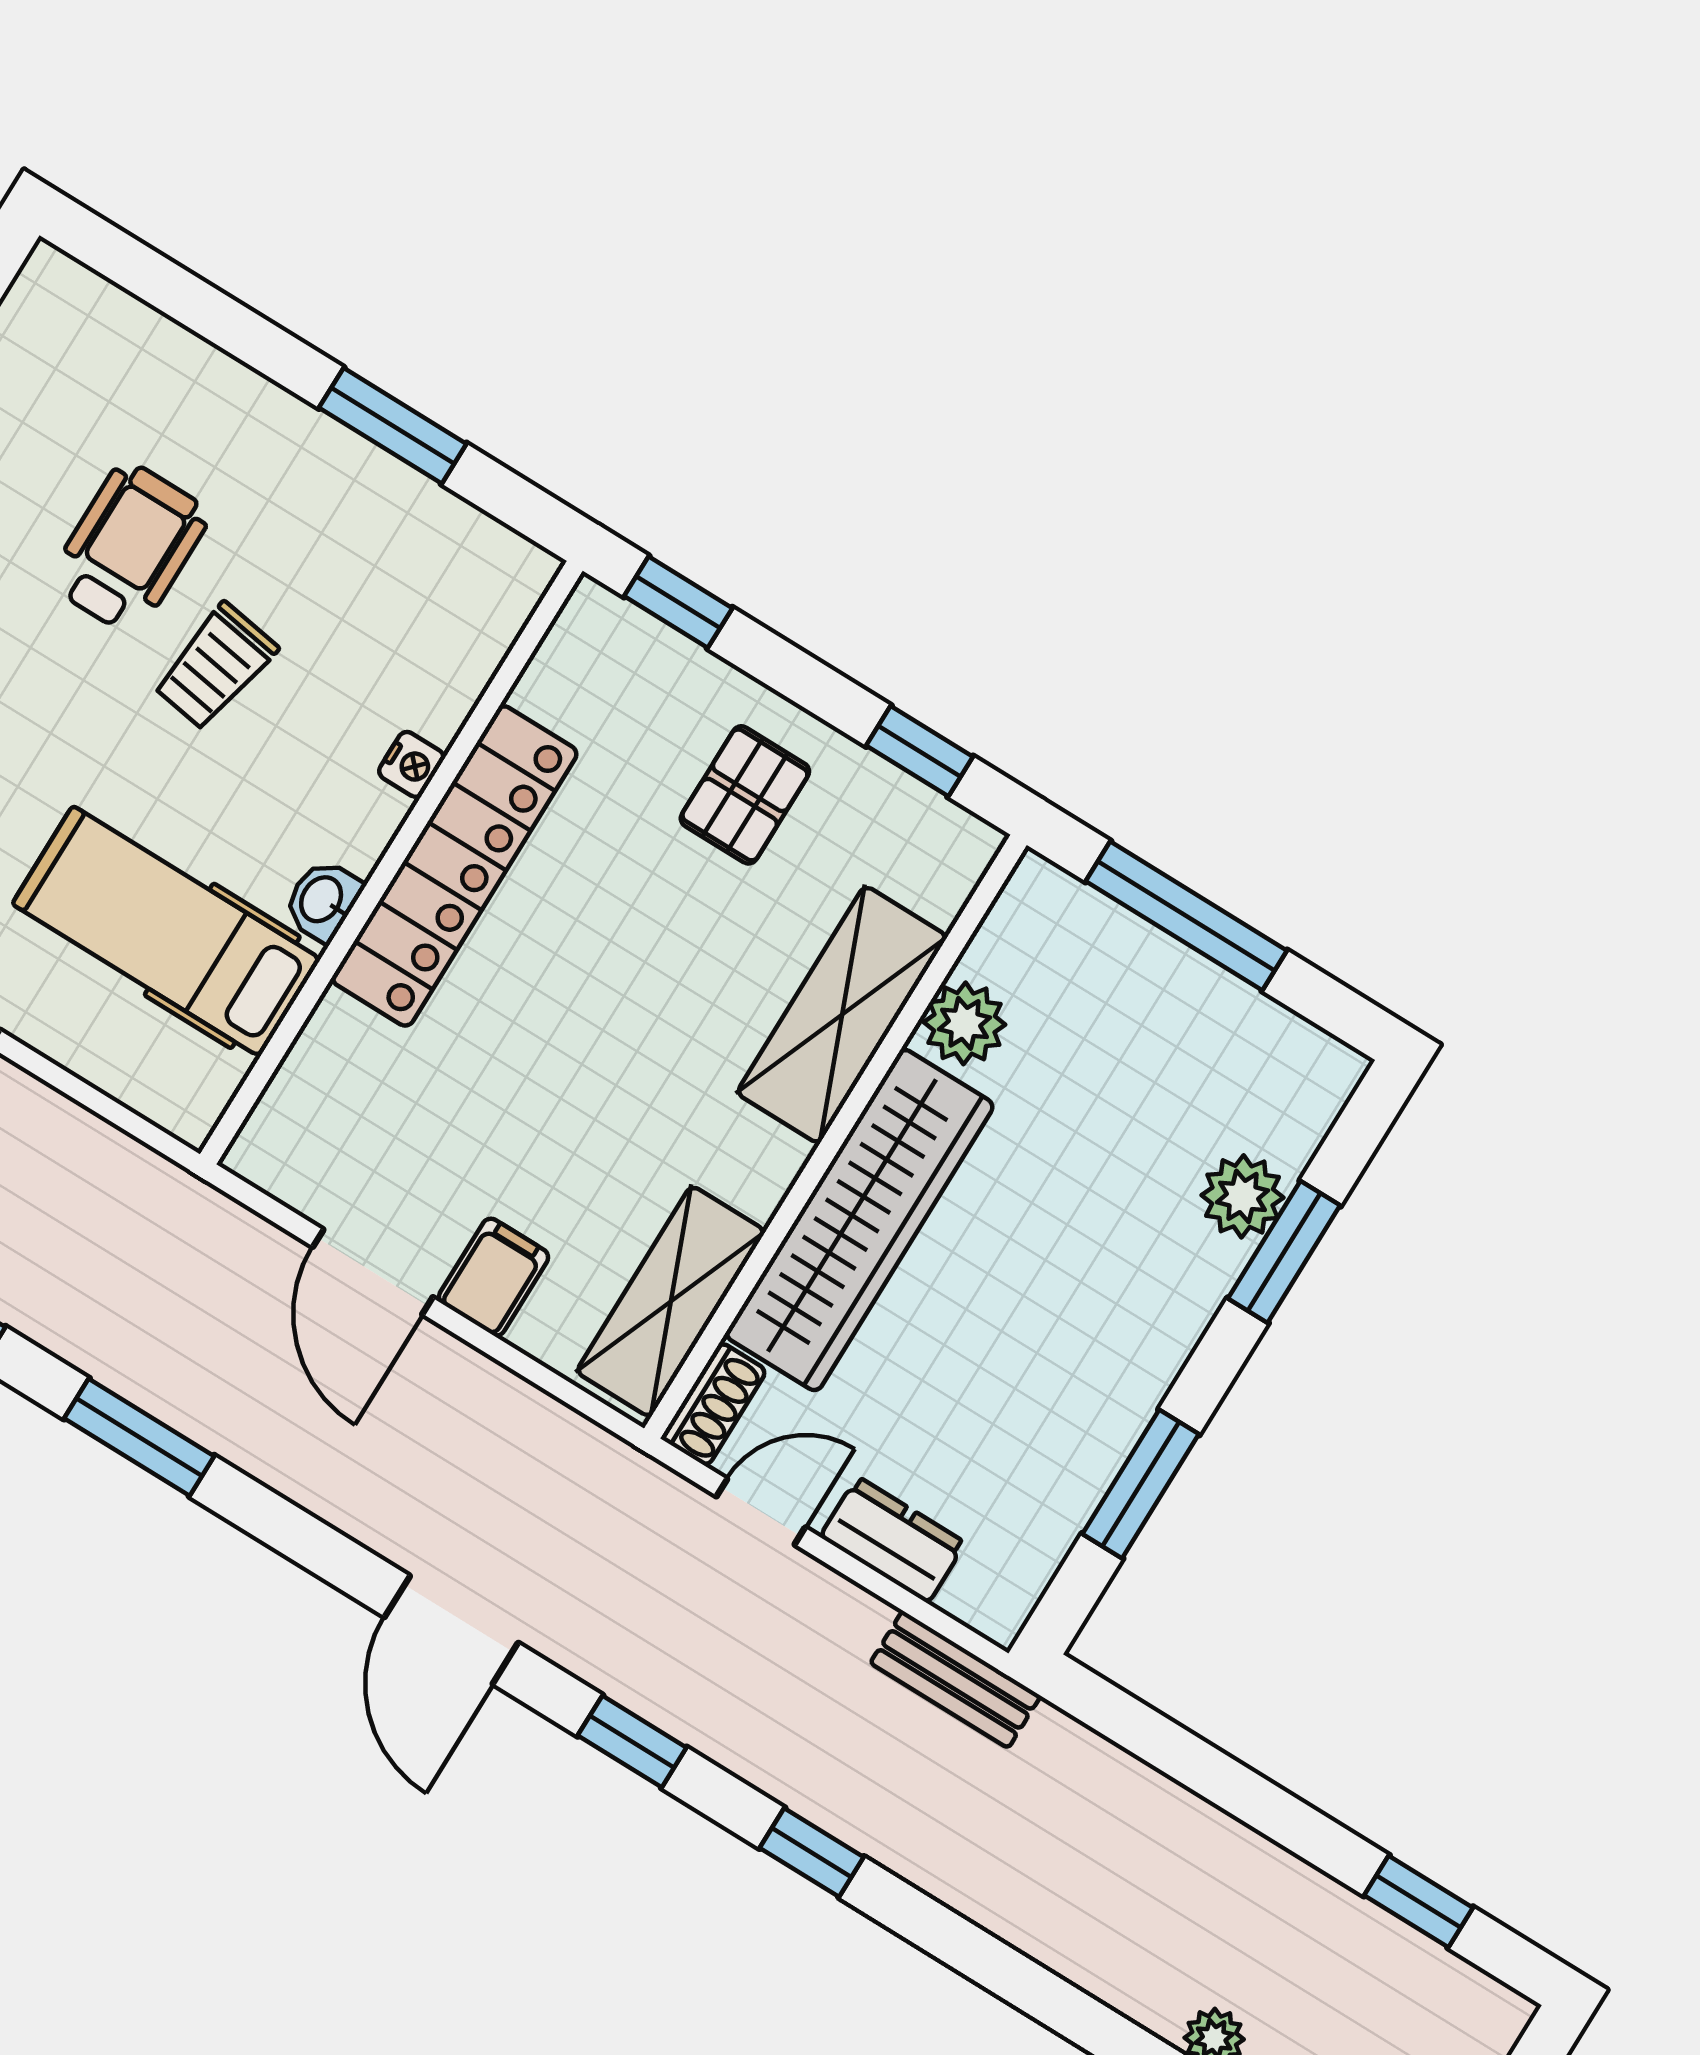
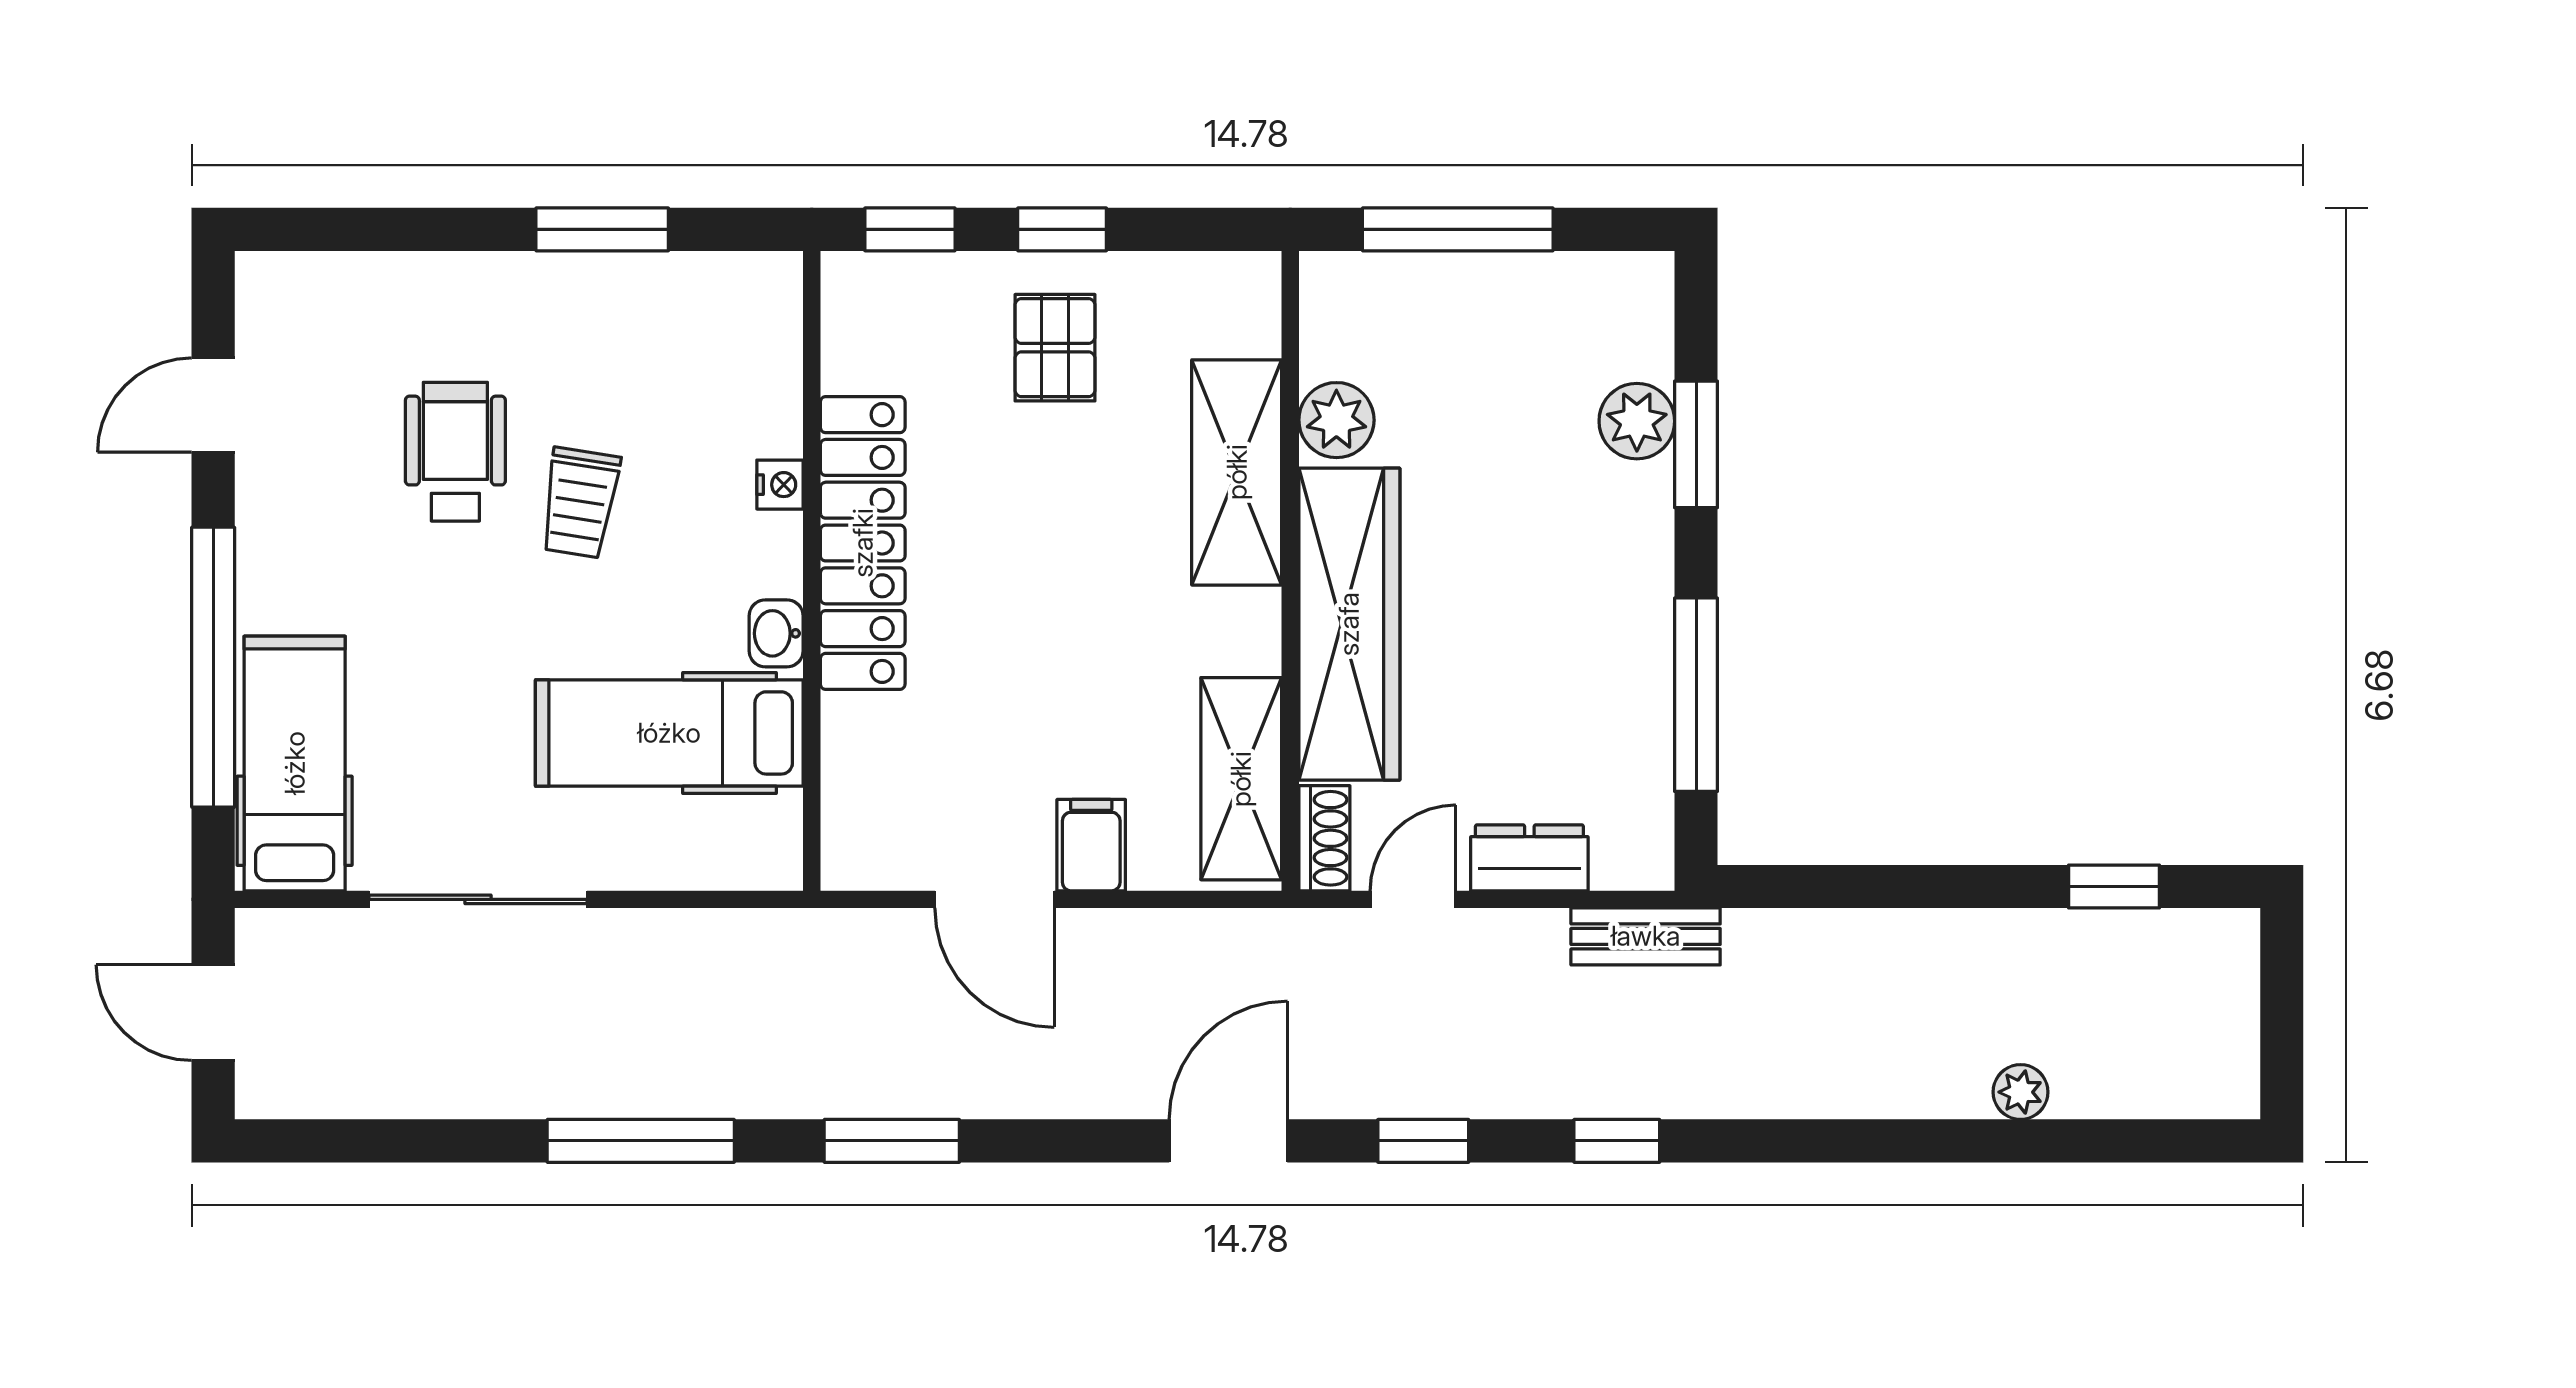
window: (920, 751) -> (1062, 229), moved
window: (1141, 1484) -> (1696, 695), width x1.44
door: (451, 1630) -> (1228, 1141), swing flipped

